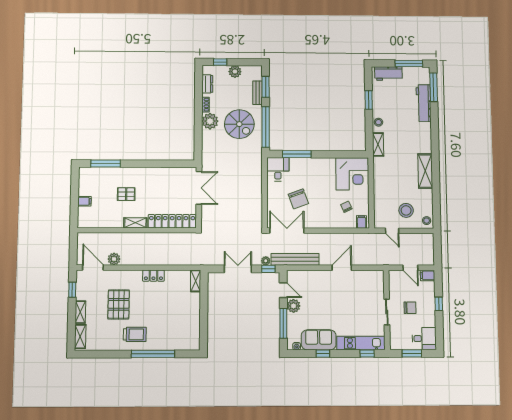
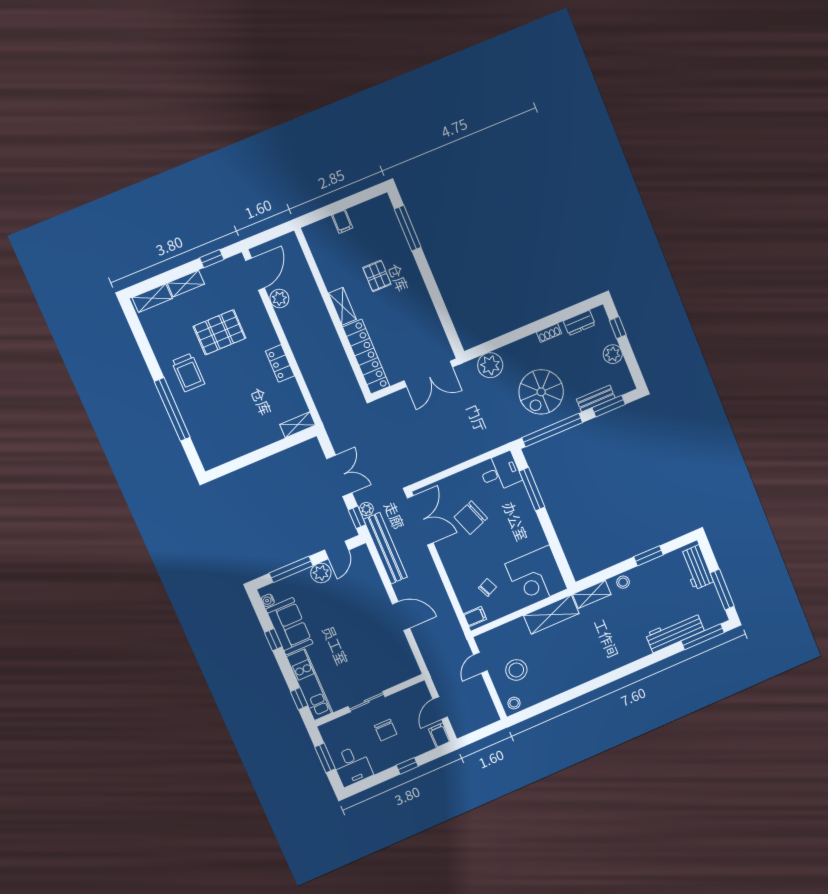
plant: (210, 121) -> (490, 365), moved
shelving: (425, 171) -> (551, 615), moved

